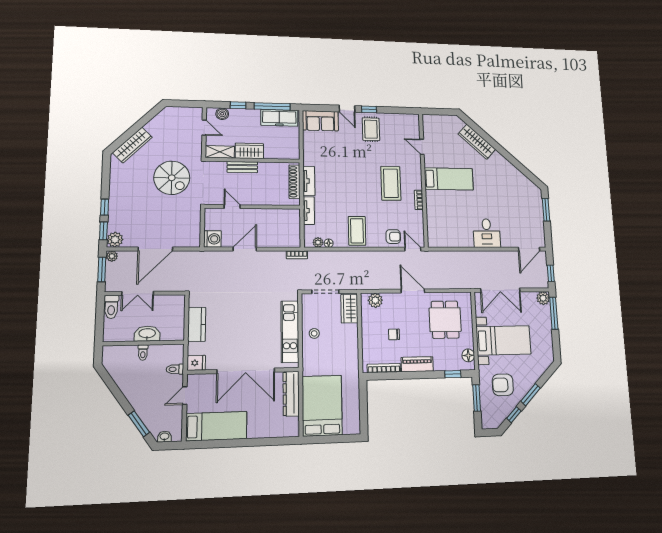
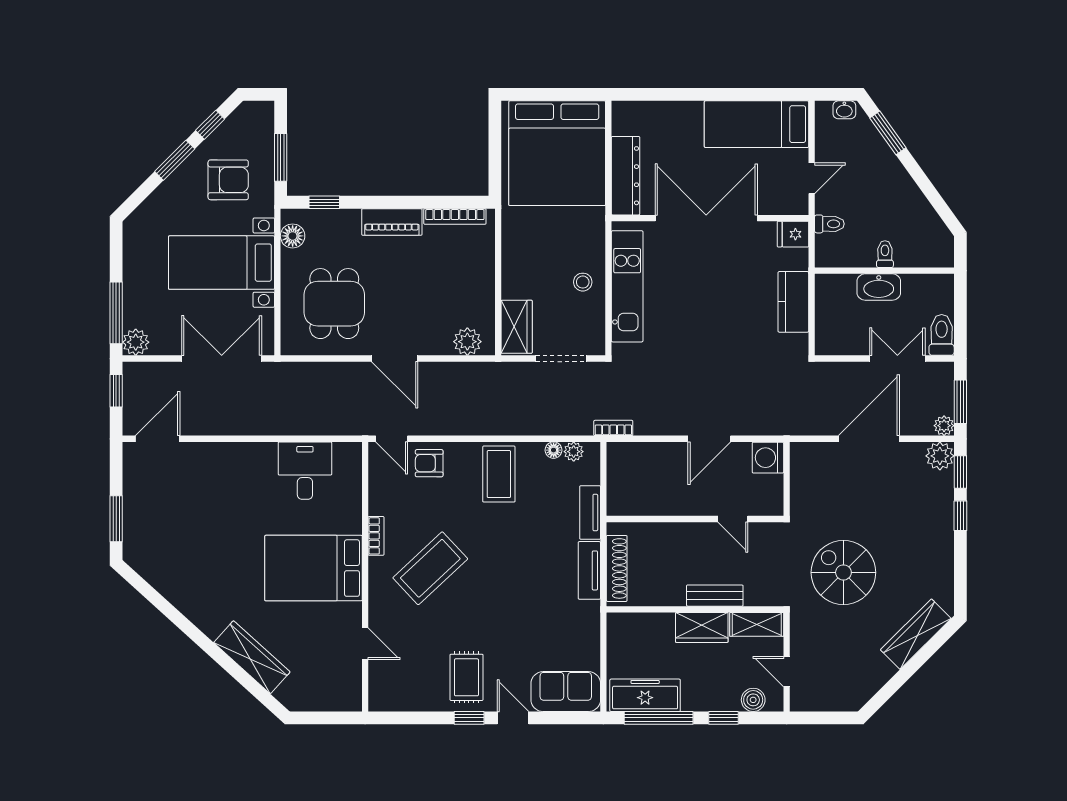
bed: (449, 179) -> (314, 568), width x1.50
coffee table: (391, 183) -> (430, 568), turned 47
desk: (487, 233) -> (305, 471), moved
chair: (394, 334) -> (434, 278), removed
bed: (322, 406) -> (557, 153), width x1.36

